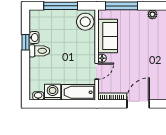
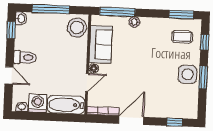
plant: (152, 14) -> (134, 22), moved
washbasin: (34, 38) -> (21, 19), moved
window: (26, 42) -> (11, 30), moved
door: (26, 68) -> (9, 75), added

